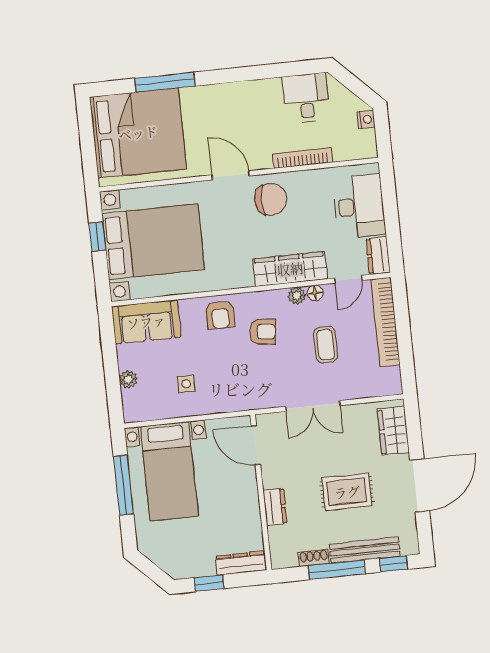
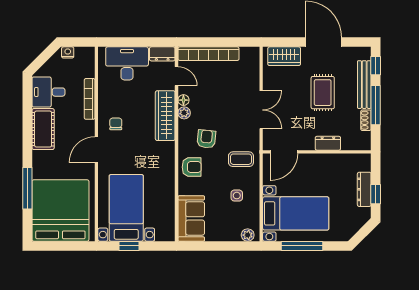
cot: (252, 96) -> (43, 129), added
chair: (271, 199) -> (116, 124), width x0.54, depth x0.54
bed with nightstands: (153, 242) -> (126, 208), width x0.73
coffee table: (326, 345) -> (241, 159), moved
plant: (128, 379) -> (248, 235), moved
dresser: (241, 563) -> (364, 189), moved

